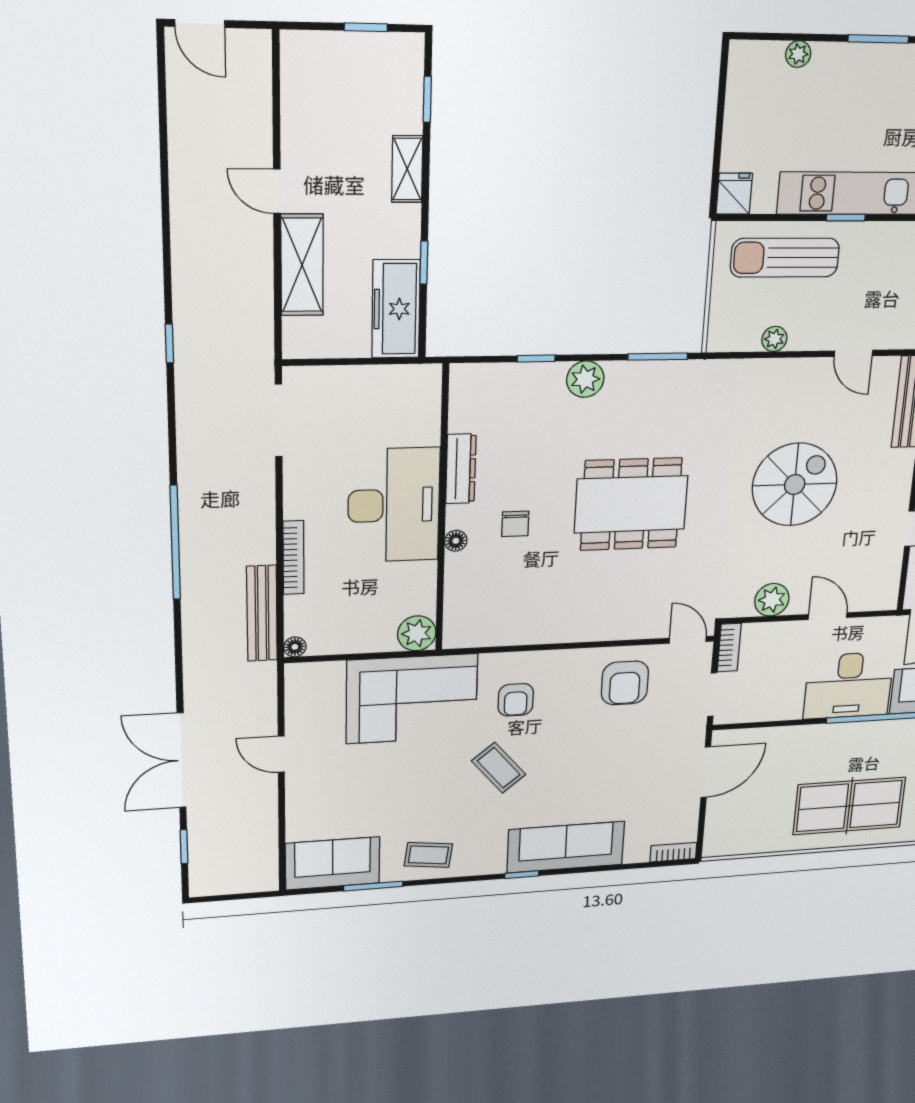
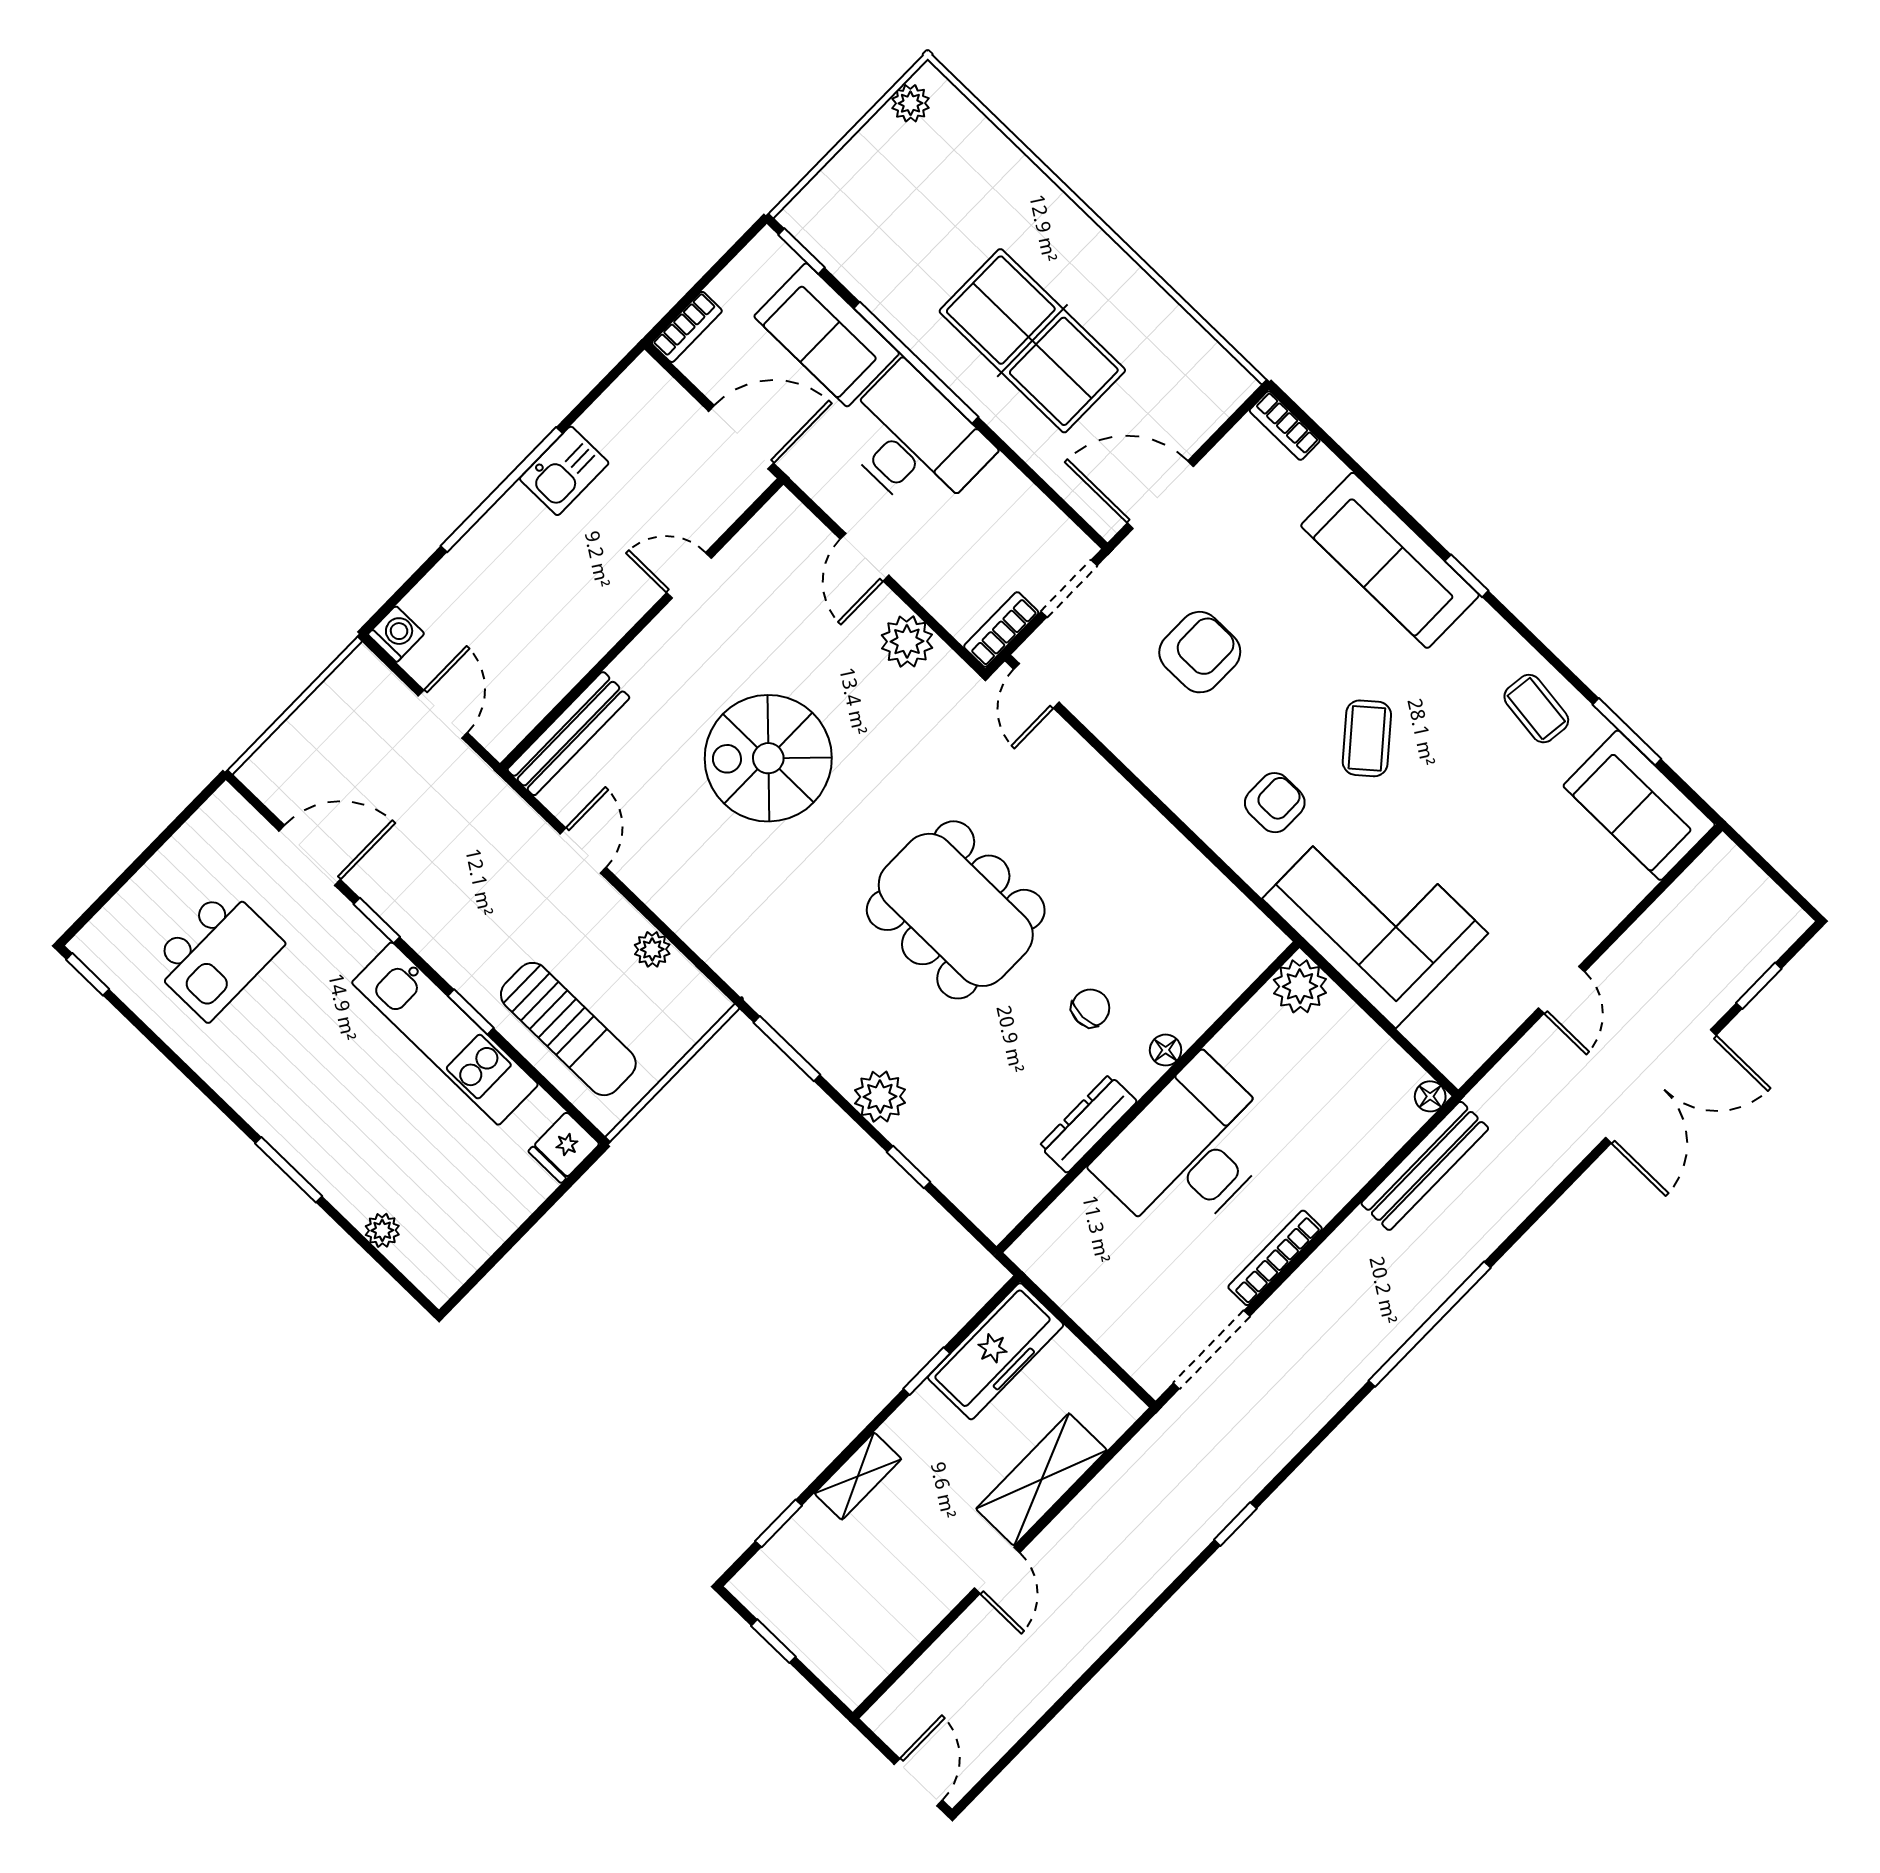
bookcase: (293, 558) -> (1275, 1258), moved
armchair: (625, 683) -> (1200, 652), moved
table tennis table: (849, 806) -> (1032, 341), moved

